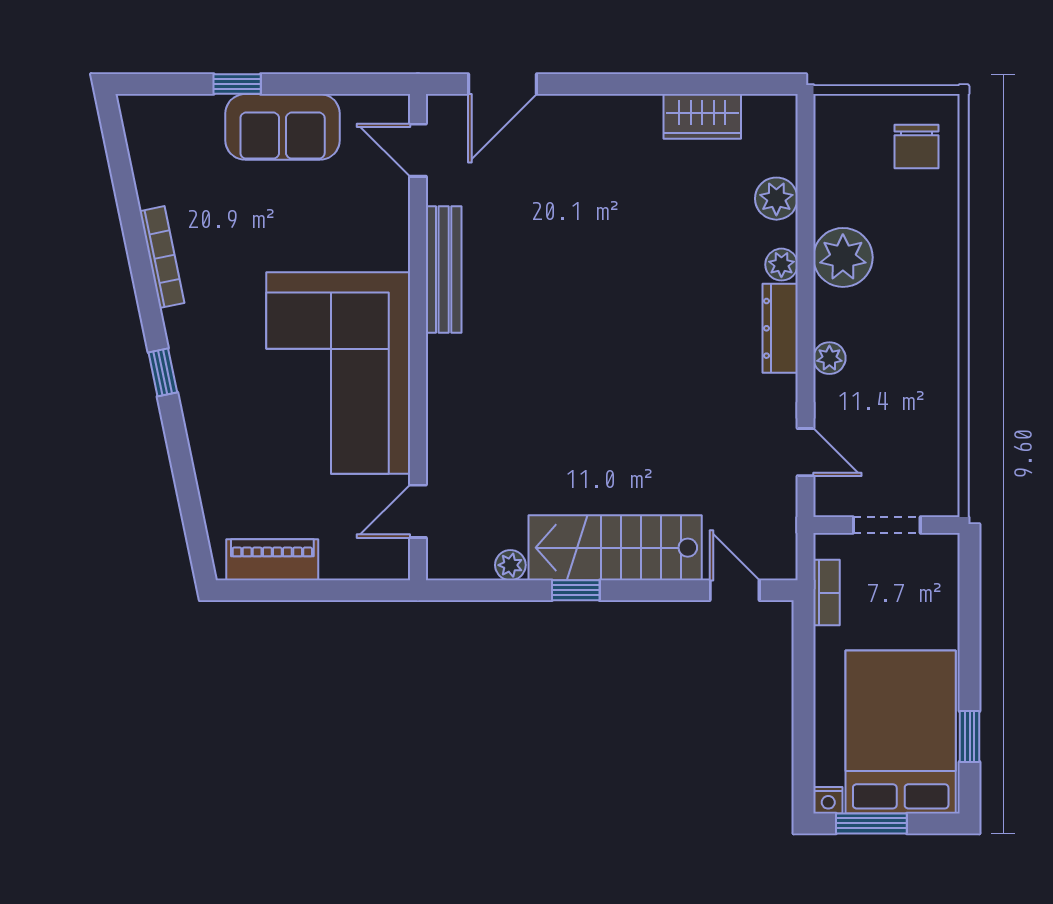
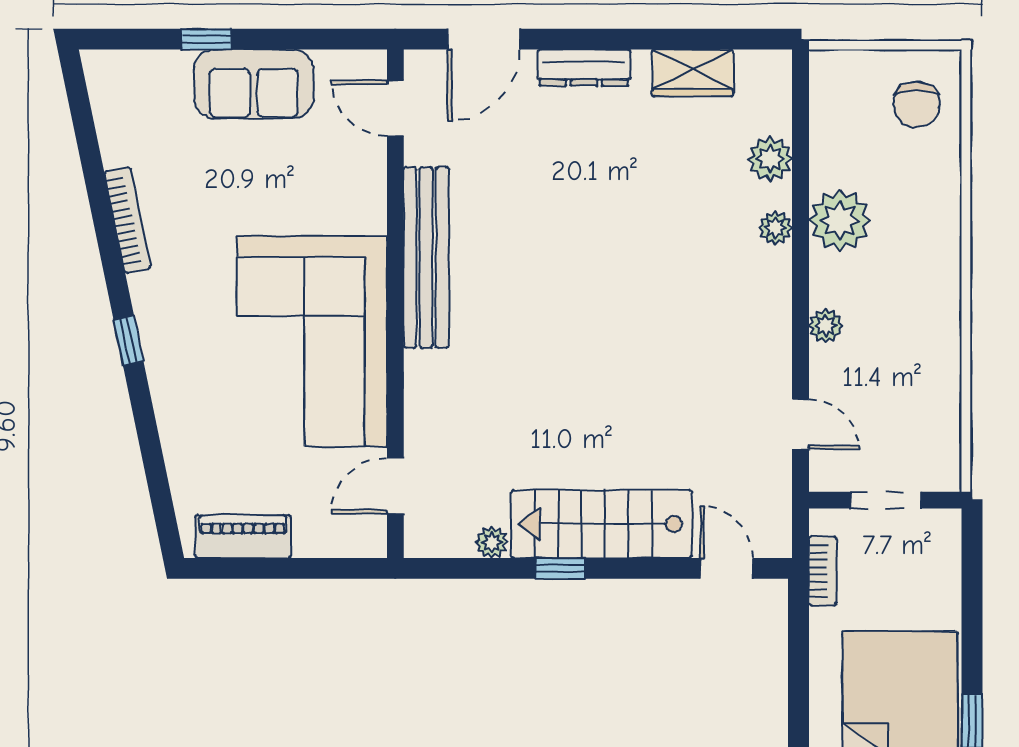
bench: (444, 269) -> (426, 257), width x1.37, depth x1.21
dresser: (780, 328) -> (584, 68), moved, turned -90

